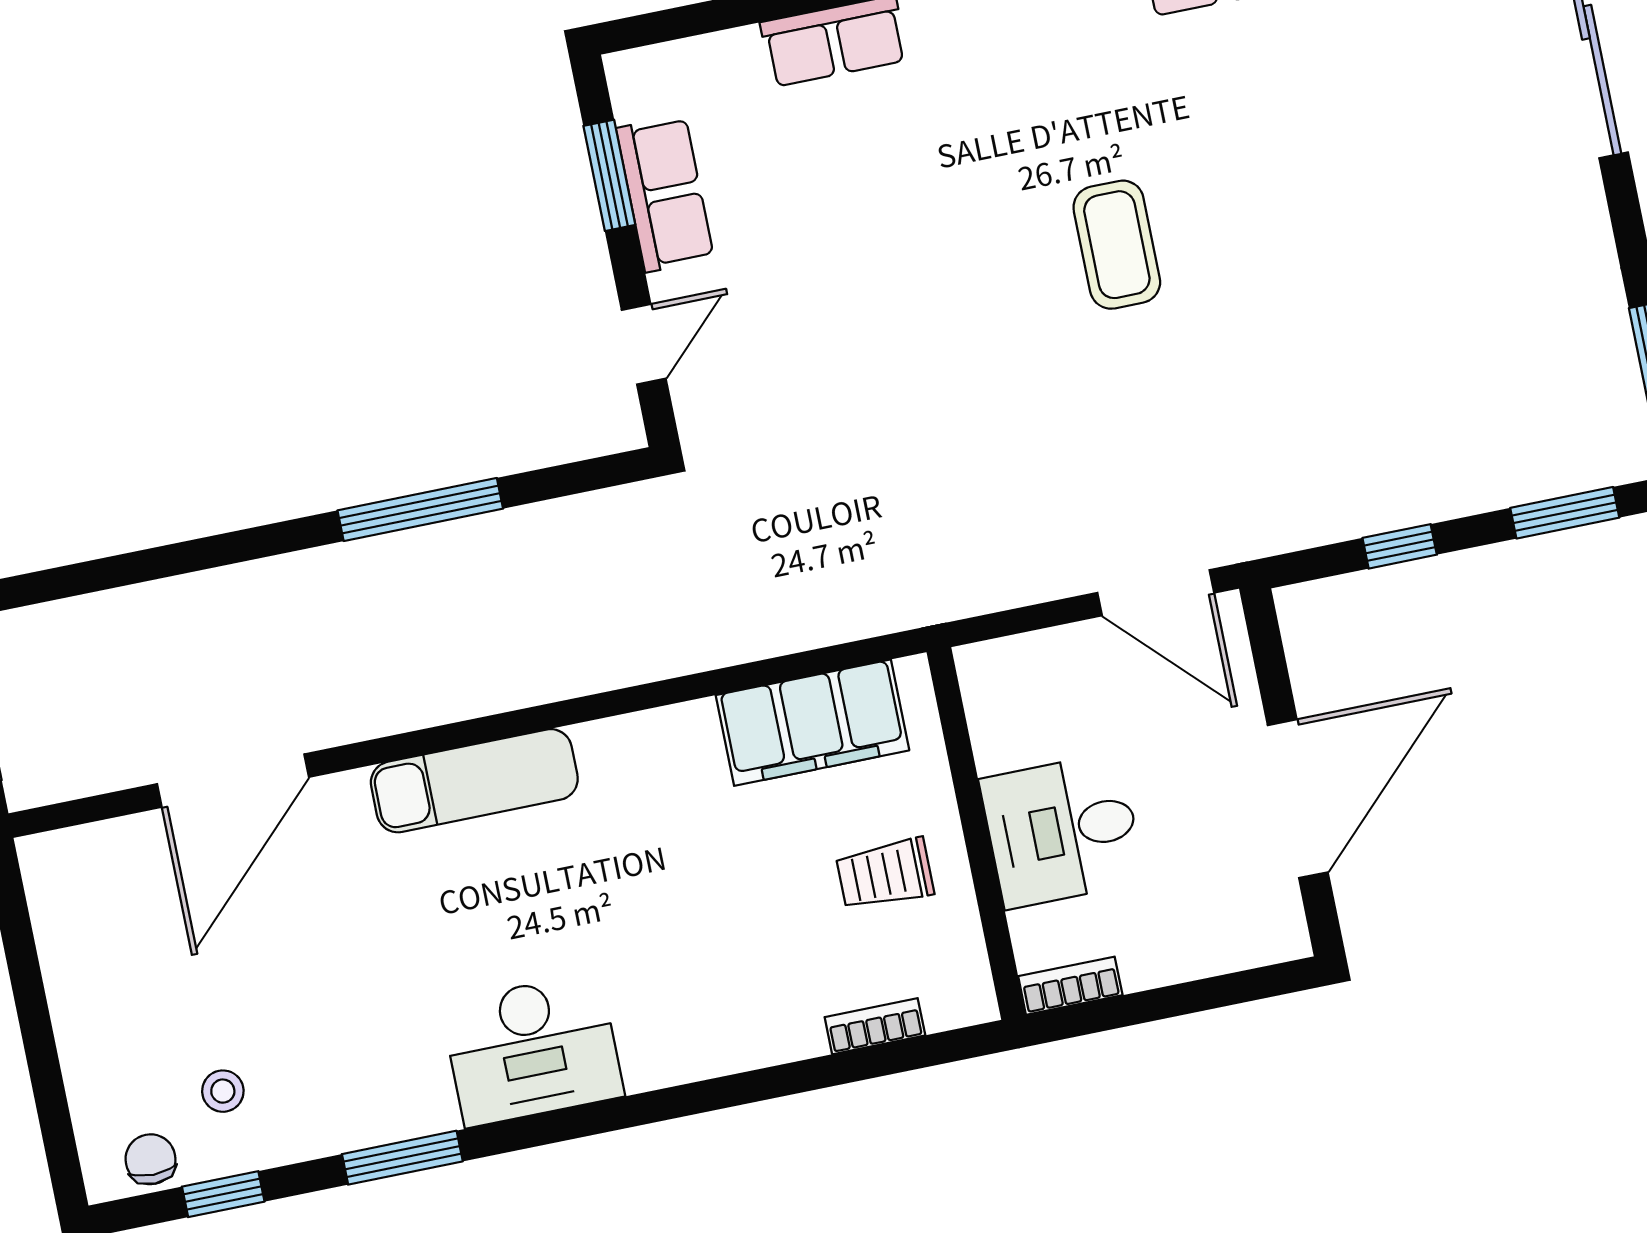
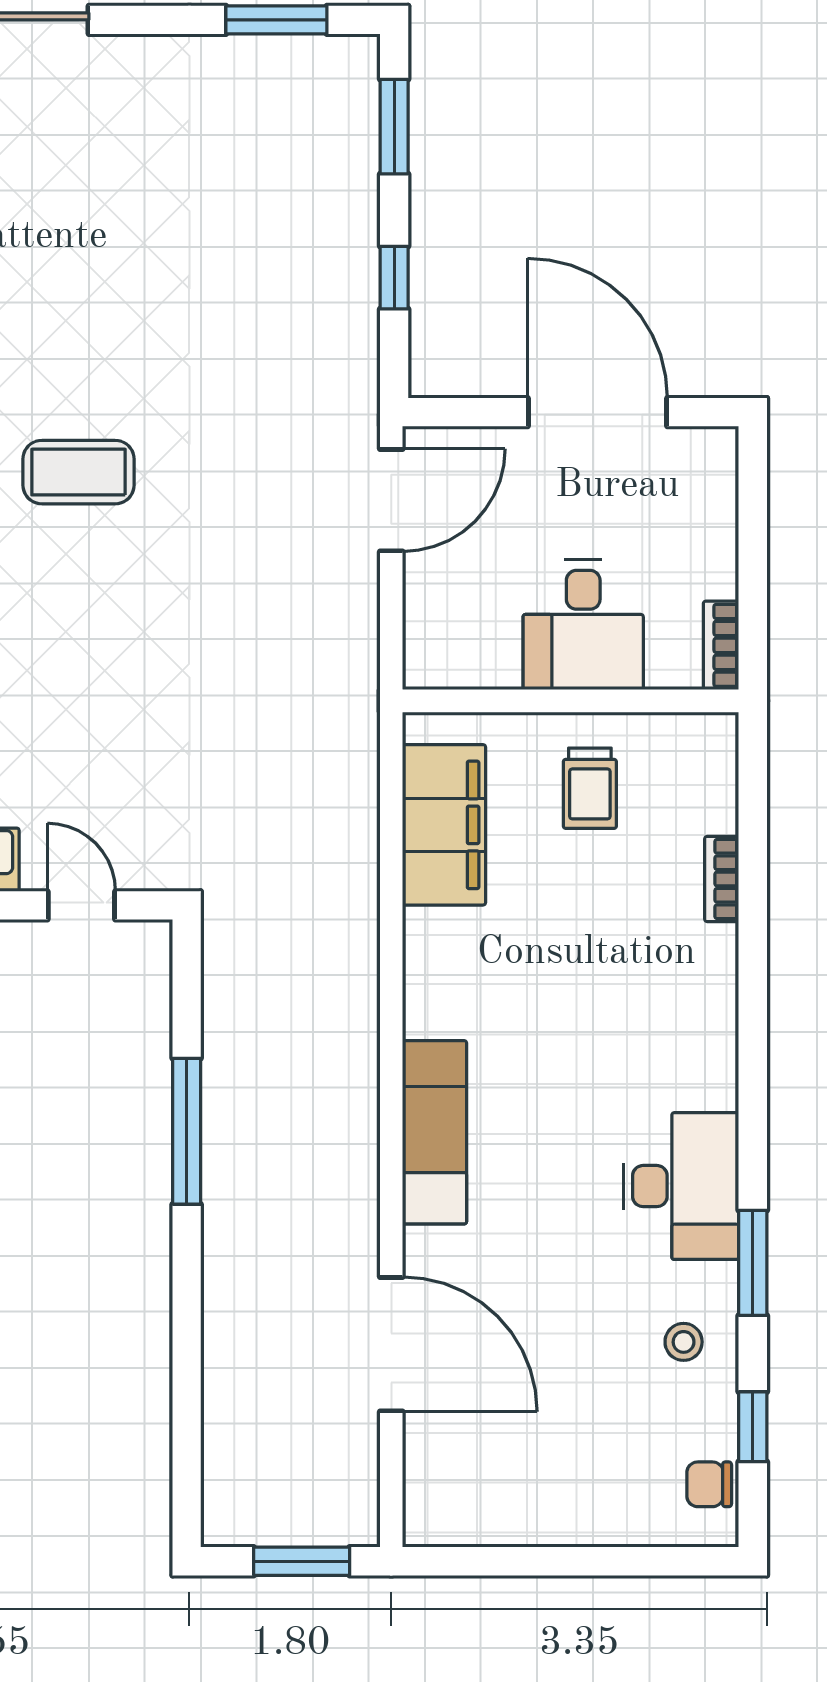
bookcase: (875, 1026) -> (722, 879), moved
desk: (532, 1050) -> (681, 1186), moved
stool: (223, 1091) -> (684, 1342), moved

